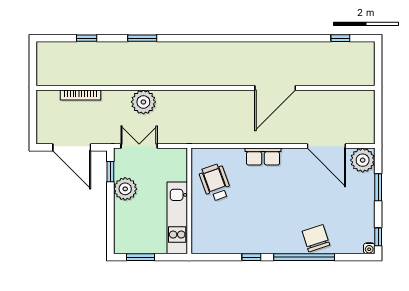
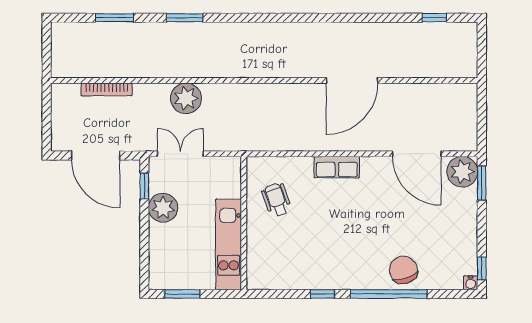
window: (87, 38) -> (115, 18), width x1.50
wheelchair: (215, 182) -> (277, 200), width x0.73, depth x0.73
window: (378, 187) -> (482, 183), moved

